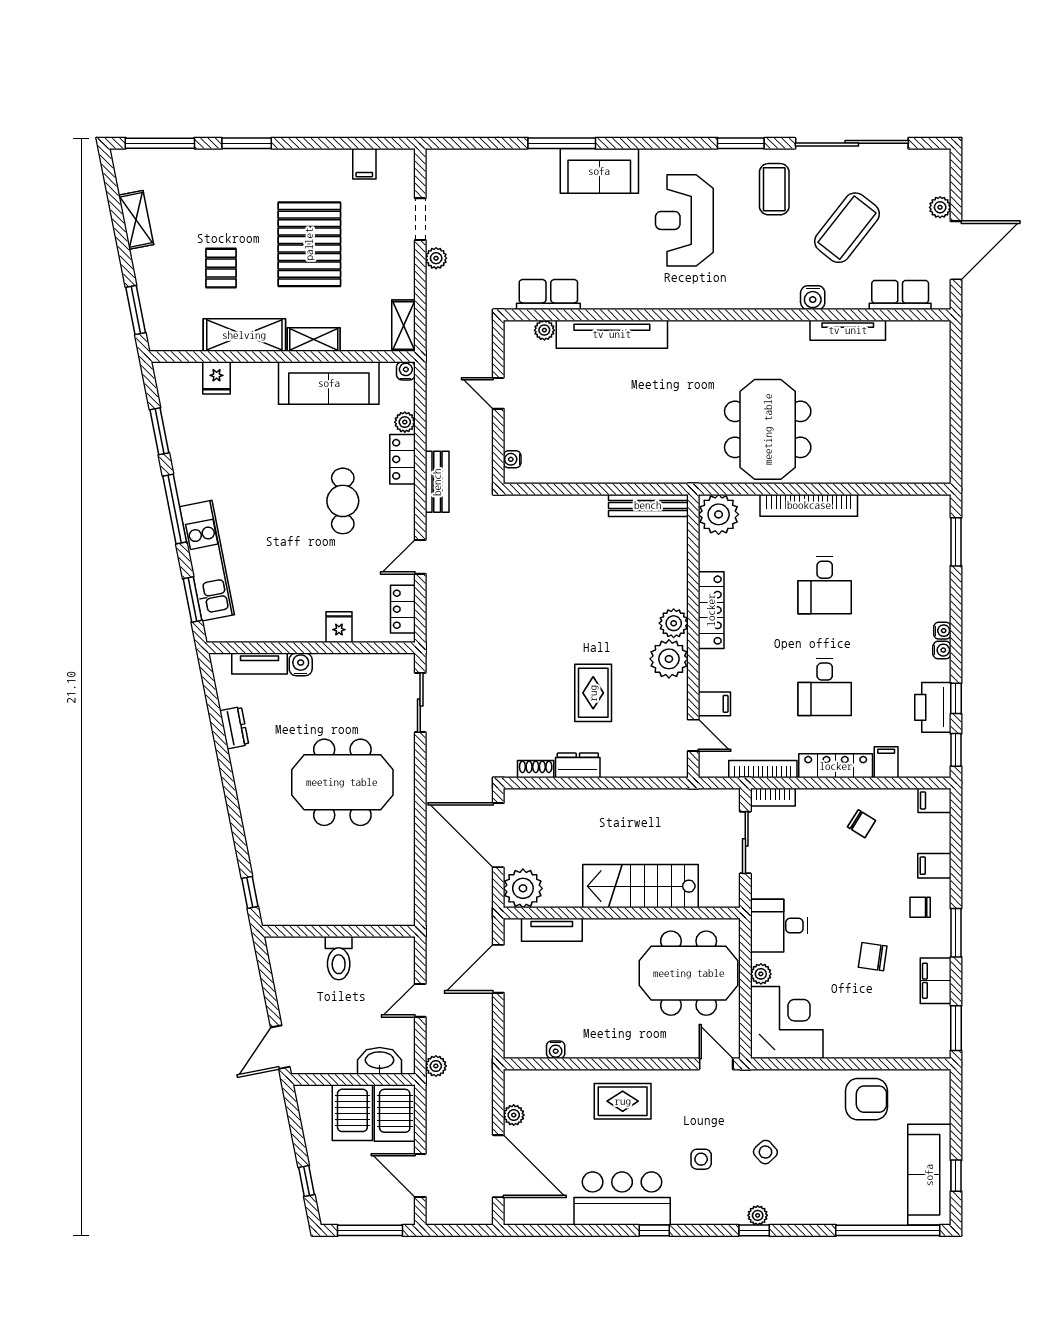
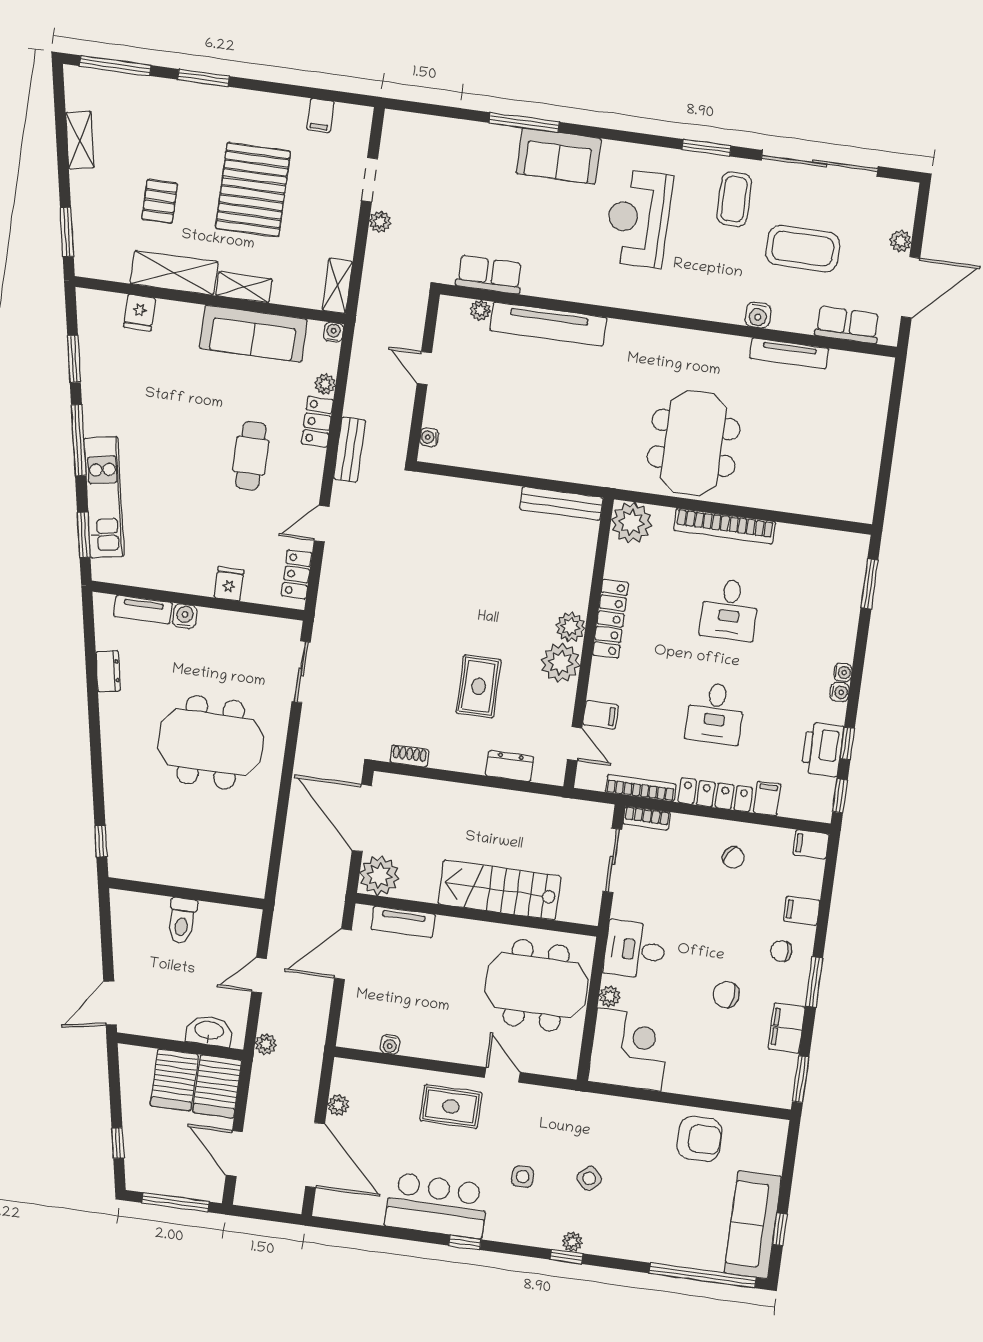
coffee table: (847, 228) -> (803, 249), turned 52
dresser: (578, 765) -> (510, 766), moved
door: (716, 1064) -> (502, 1075), moved

